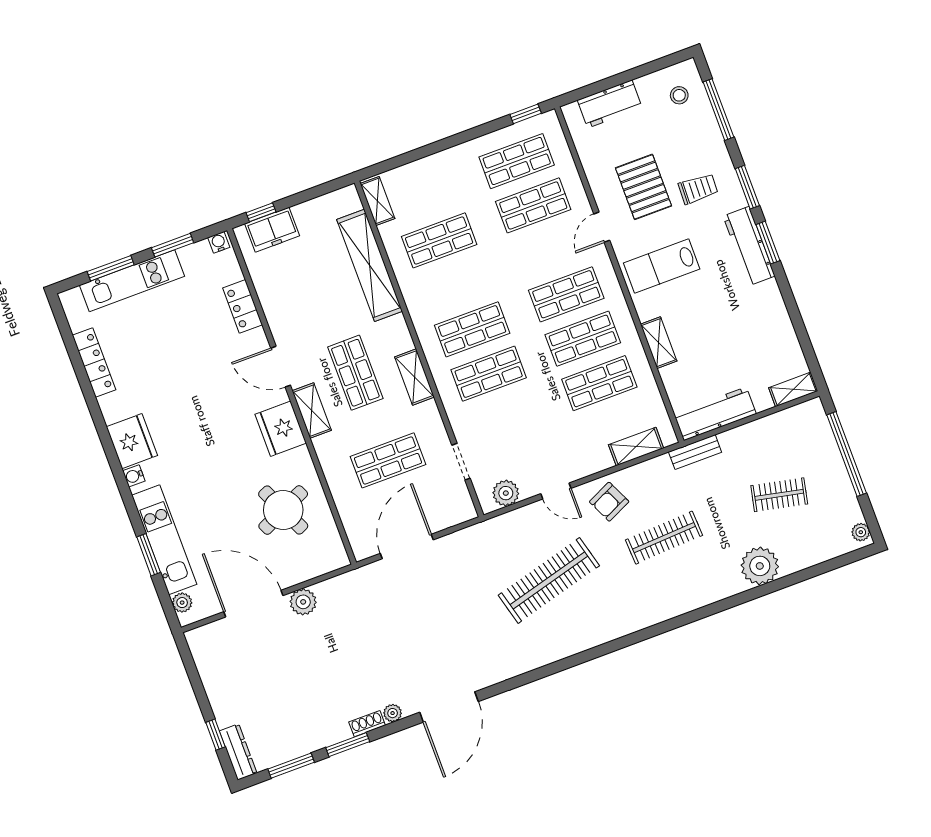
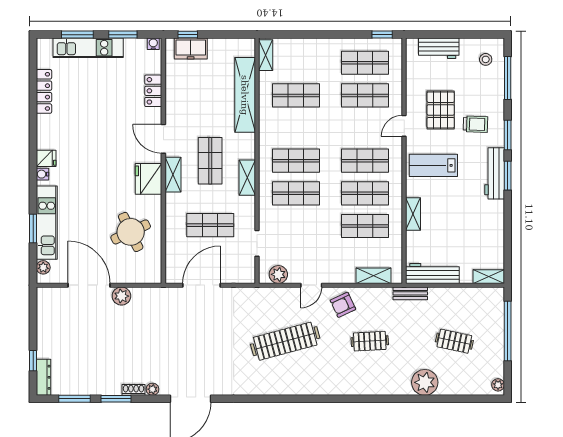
fridge: (132, 441) -> (46, 158), width x0.53, depth x0.75
door: (556, 491) -> (311, 285), hinge flipped
clothes rail: (664, 538) -> (370, 341), width x0.73

